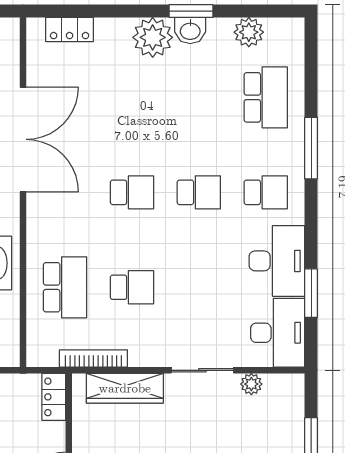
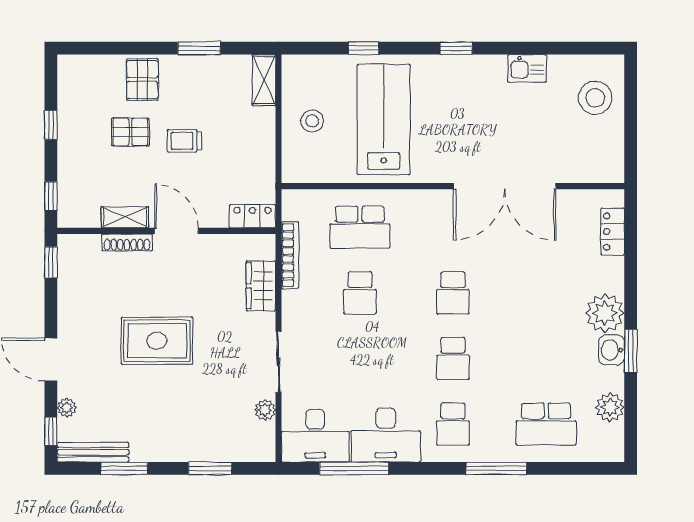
window: (311, 293) -> (354, 468), width x1.44
wardrobe: (125, 388) -> (261, 286), width x0.67

